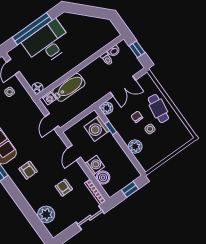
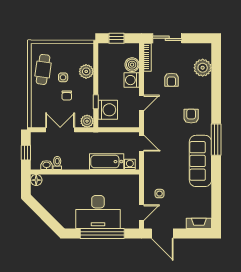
floor lamp: (37, 88) -> (36, 180), moved
cafe table: (158, 109) -> (43, 69), moved
door: (52, 121) -> (141, 143), hinge flipped

